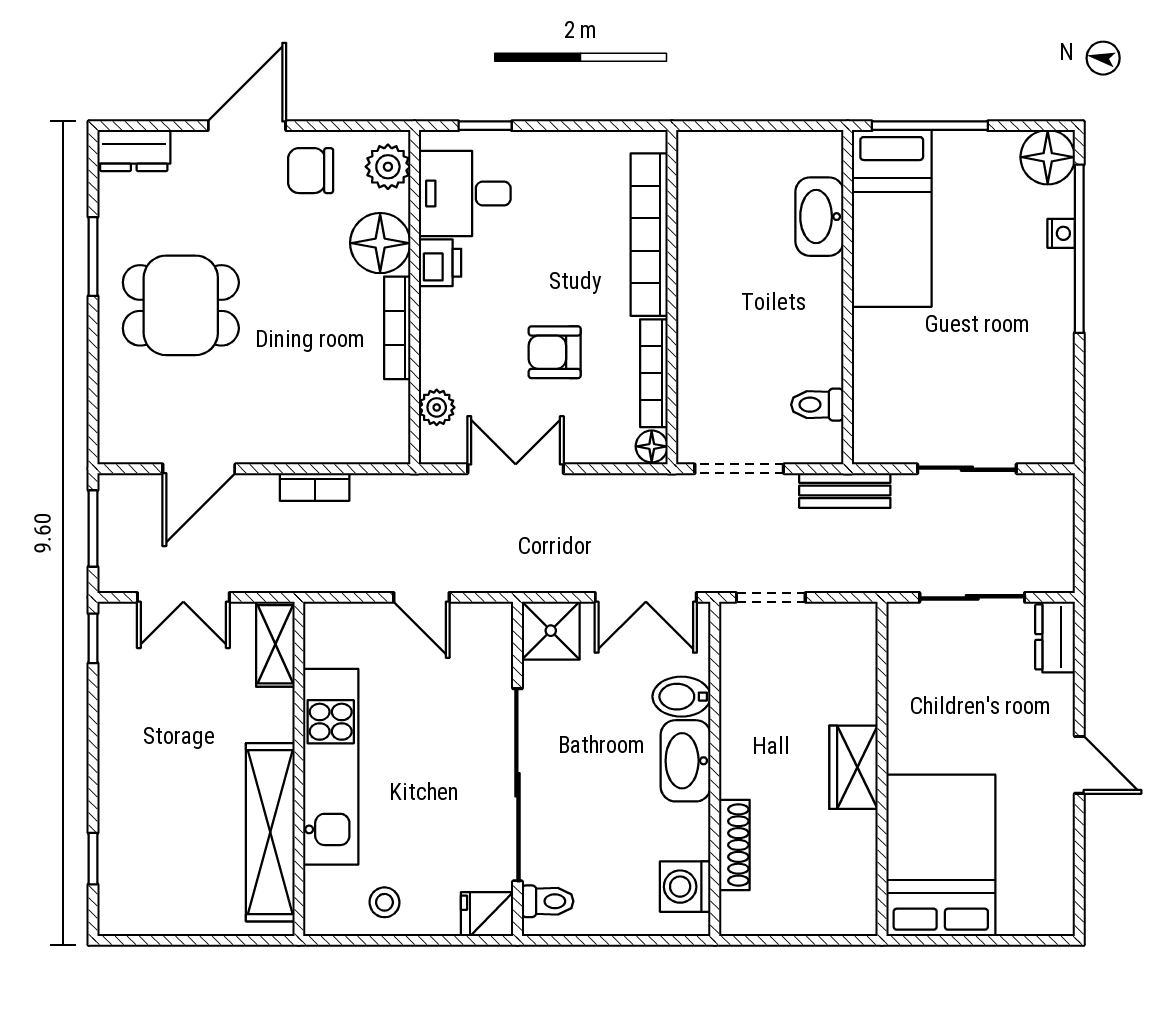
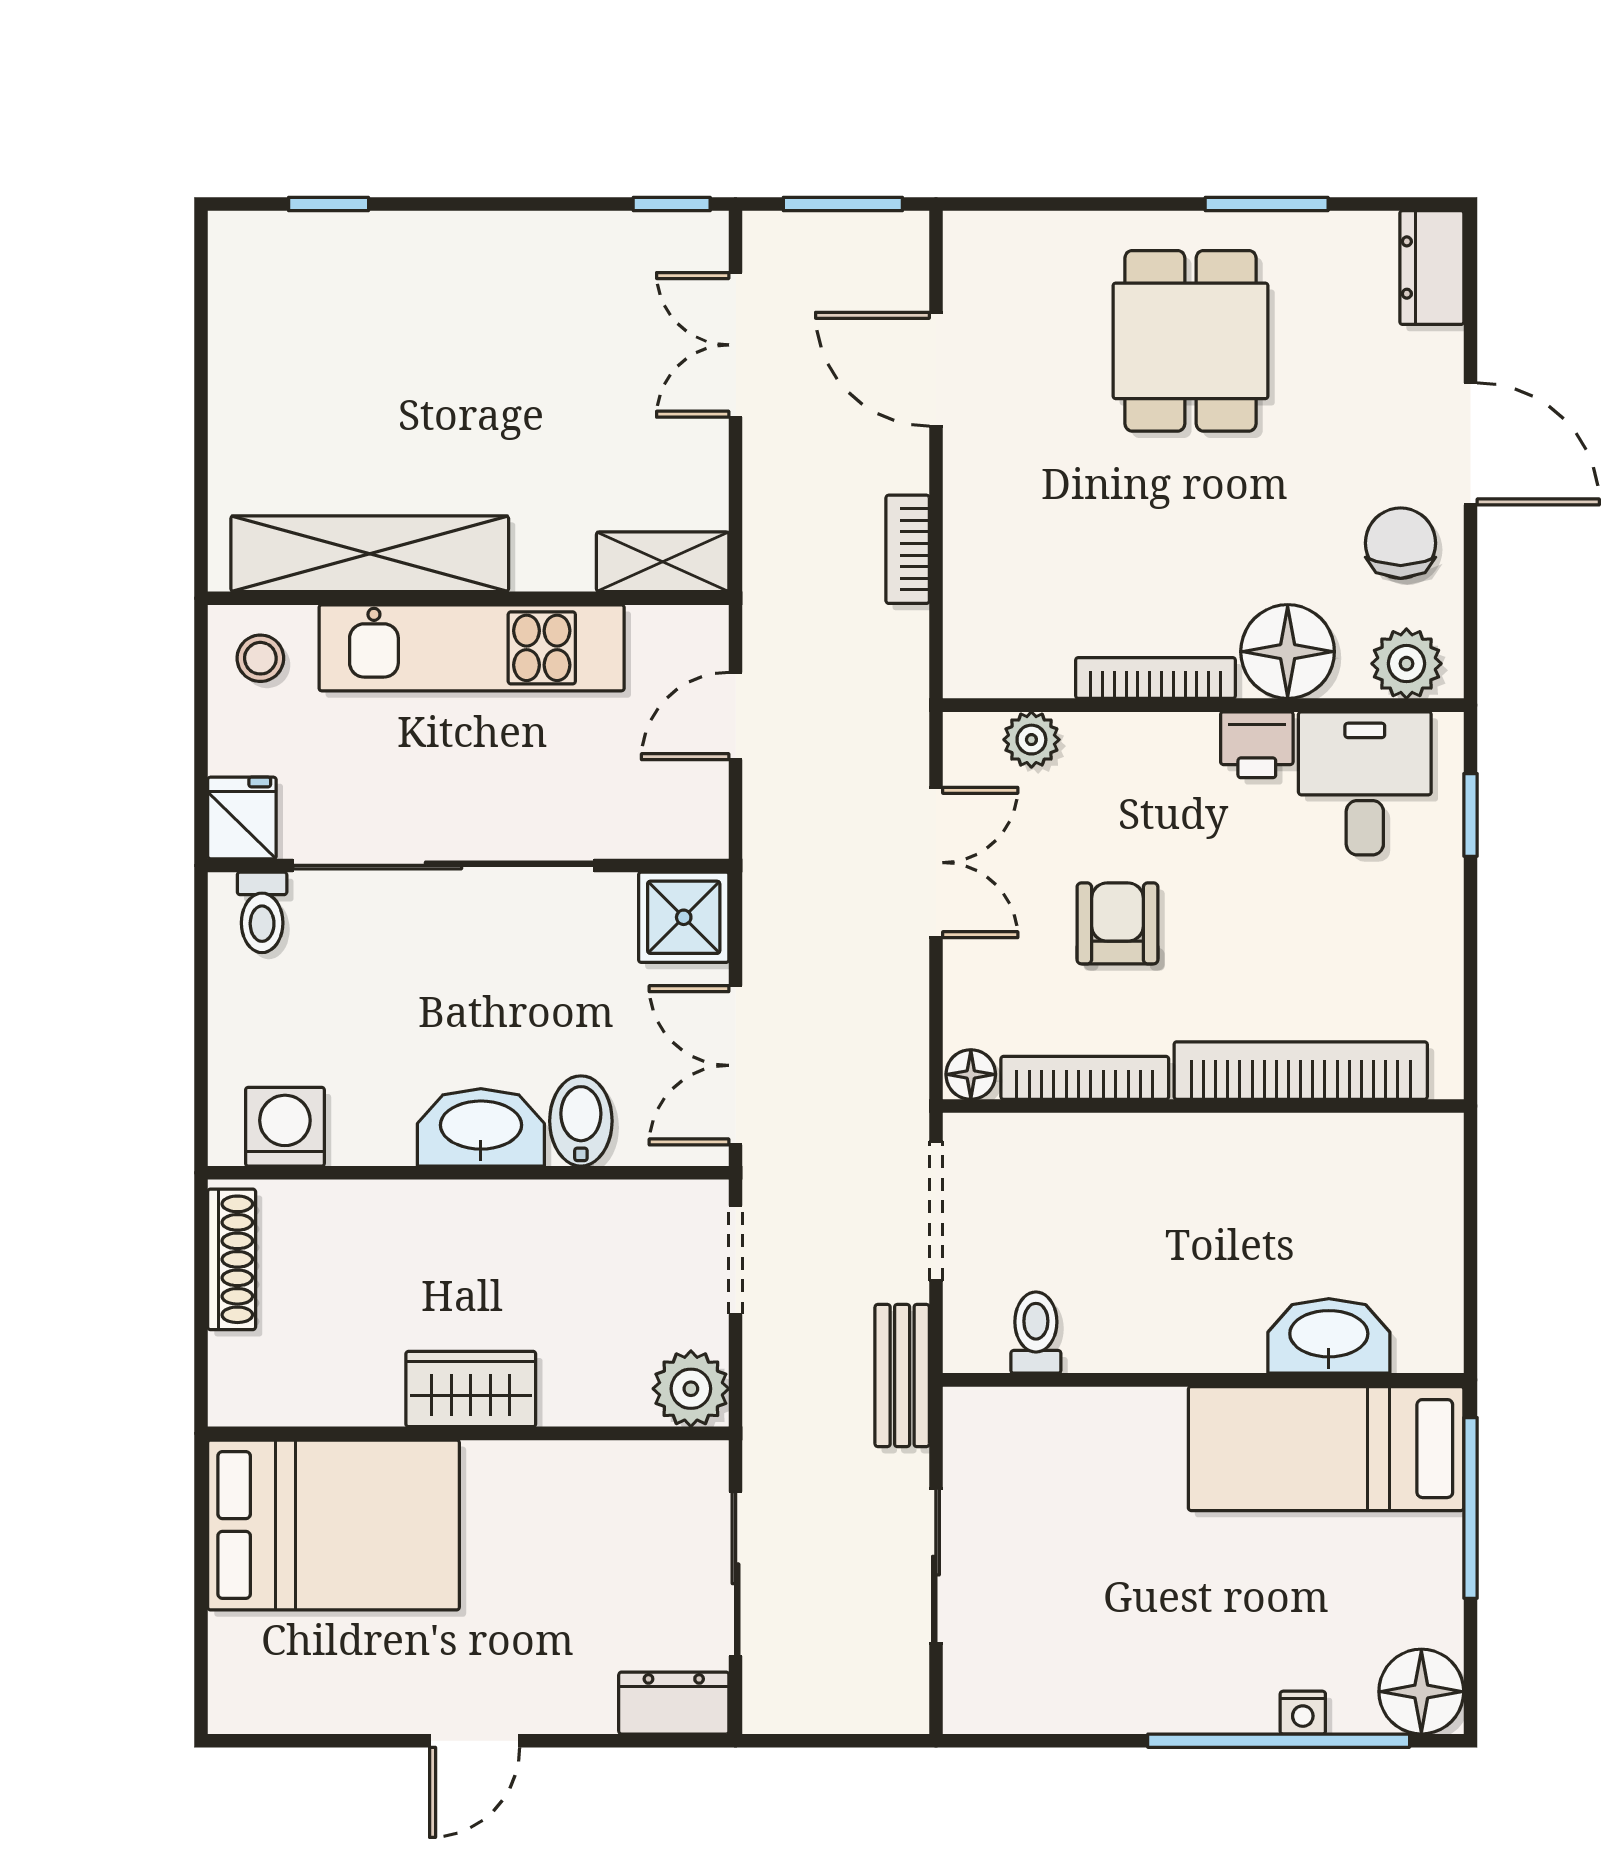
plant: (853, 626) -> (691, 1389), added
shelving: (275, 644) -> (663, 562), moved
kitchen unit: (331, 767) -> (472, 648), moved
wall: (299, 769) -> (468, 598), moved
shelving: (270, 832) -> (370, 554), moved
shoe rack: (734, 845) -> (232, 1259), moved, turned -90

